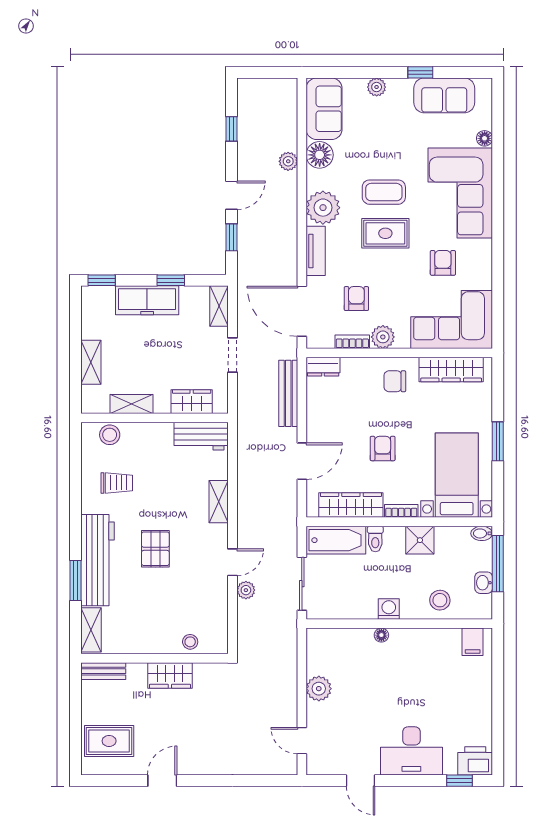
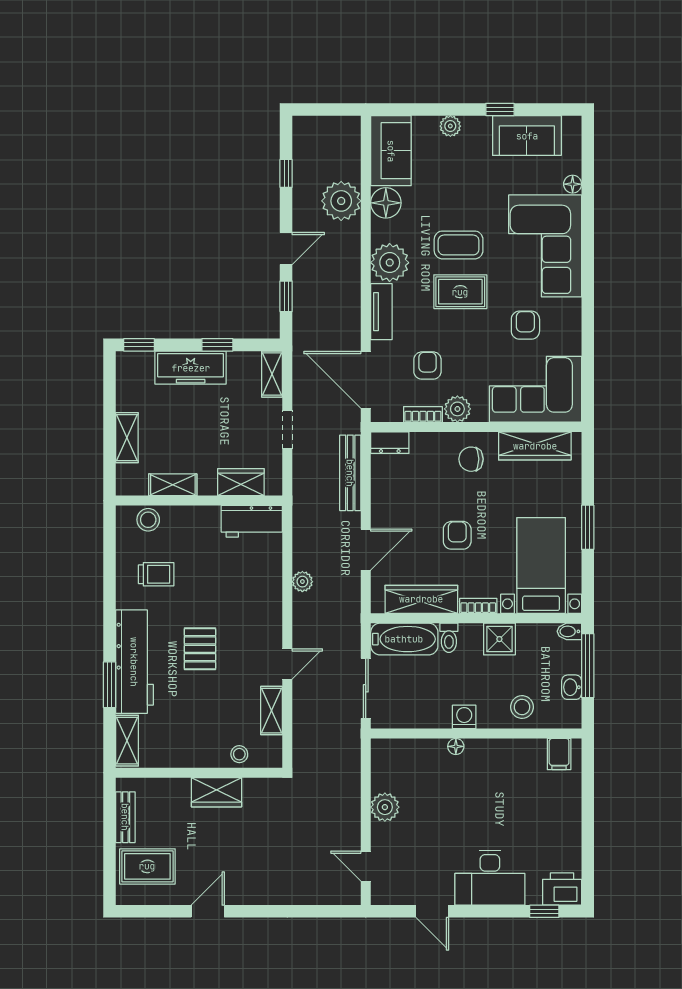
plant: (288, 161) -> (341, 201), width x1.88, depth x1.88
shelving: (219, 502) -> (272, 711), moved
plant: (246, 590) -> (302, 582), moved
bench: (103, 671) -> (125, 817), moved, turned 90

